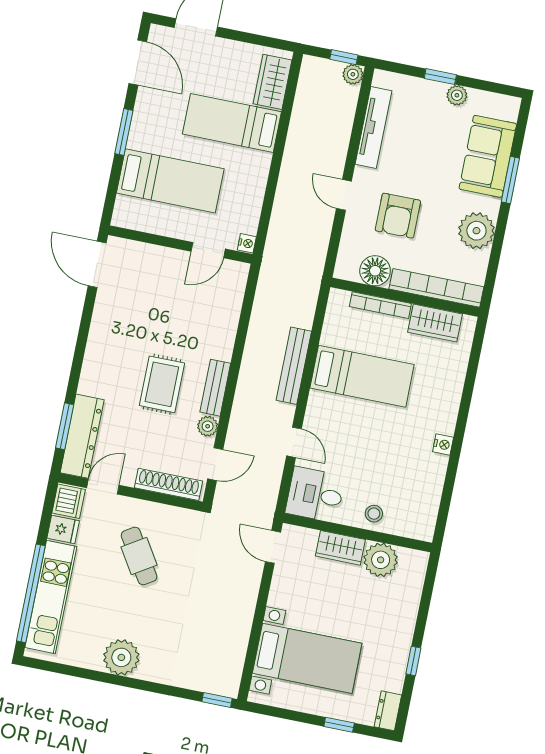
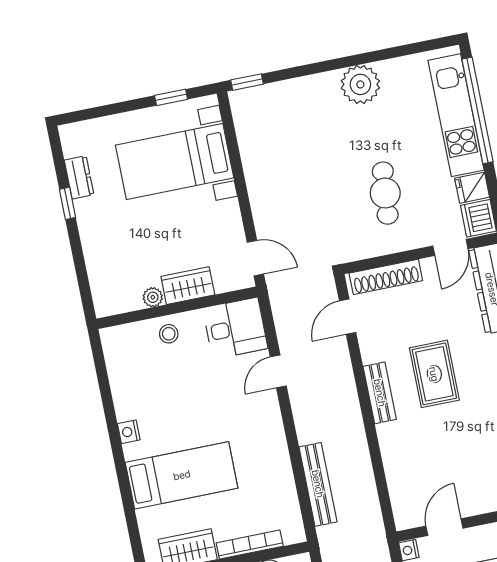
bench: (294, 366) -> (318, 484), moved
bed: (362, 376) -> (182, 475), moved, turned 180
plant: (208, 426) -> (371, 351), removed
door: (294, 442) -> (278, 371), hinge flipped
cafe table: (139, 556) -> (385, 193), turned 37
plant: (381, 560) -> (153, 297), width x0.53, depth x0.53
dresser: (388, 711) -> (79, 177), moved
window: (339, 725) -> (171, 97), moved

